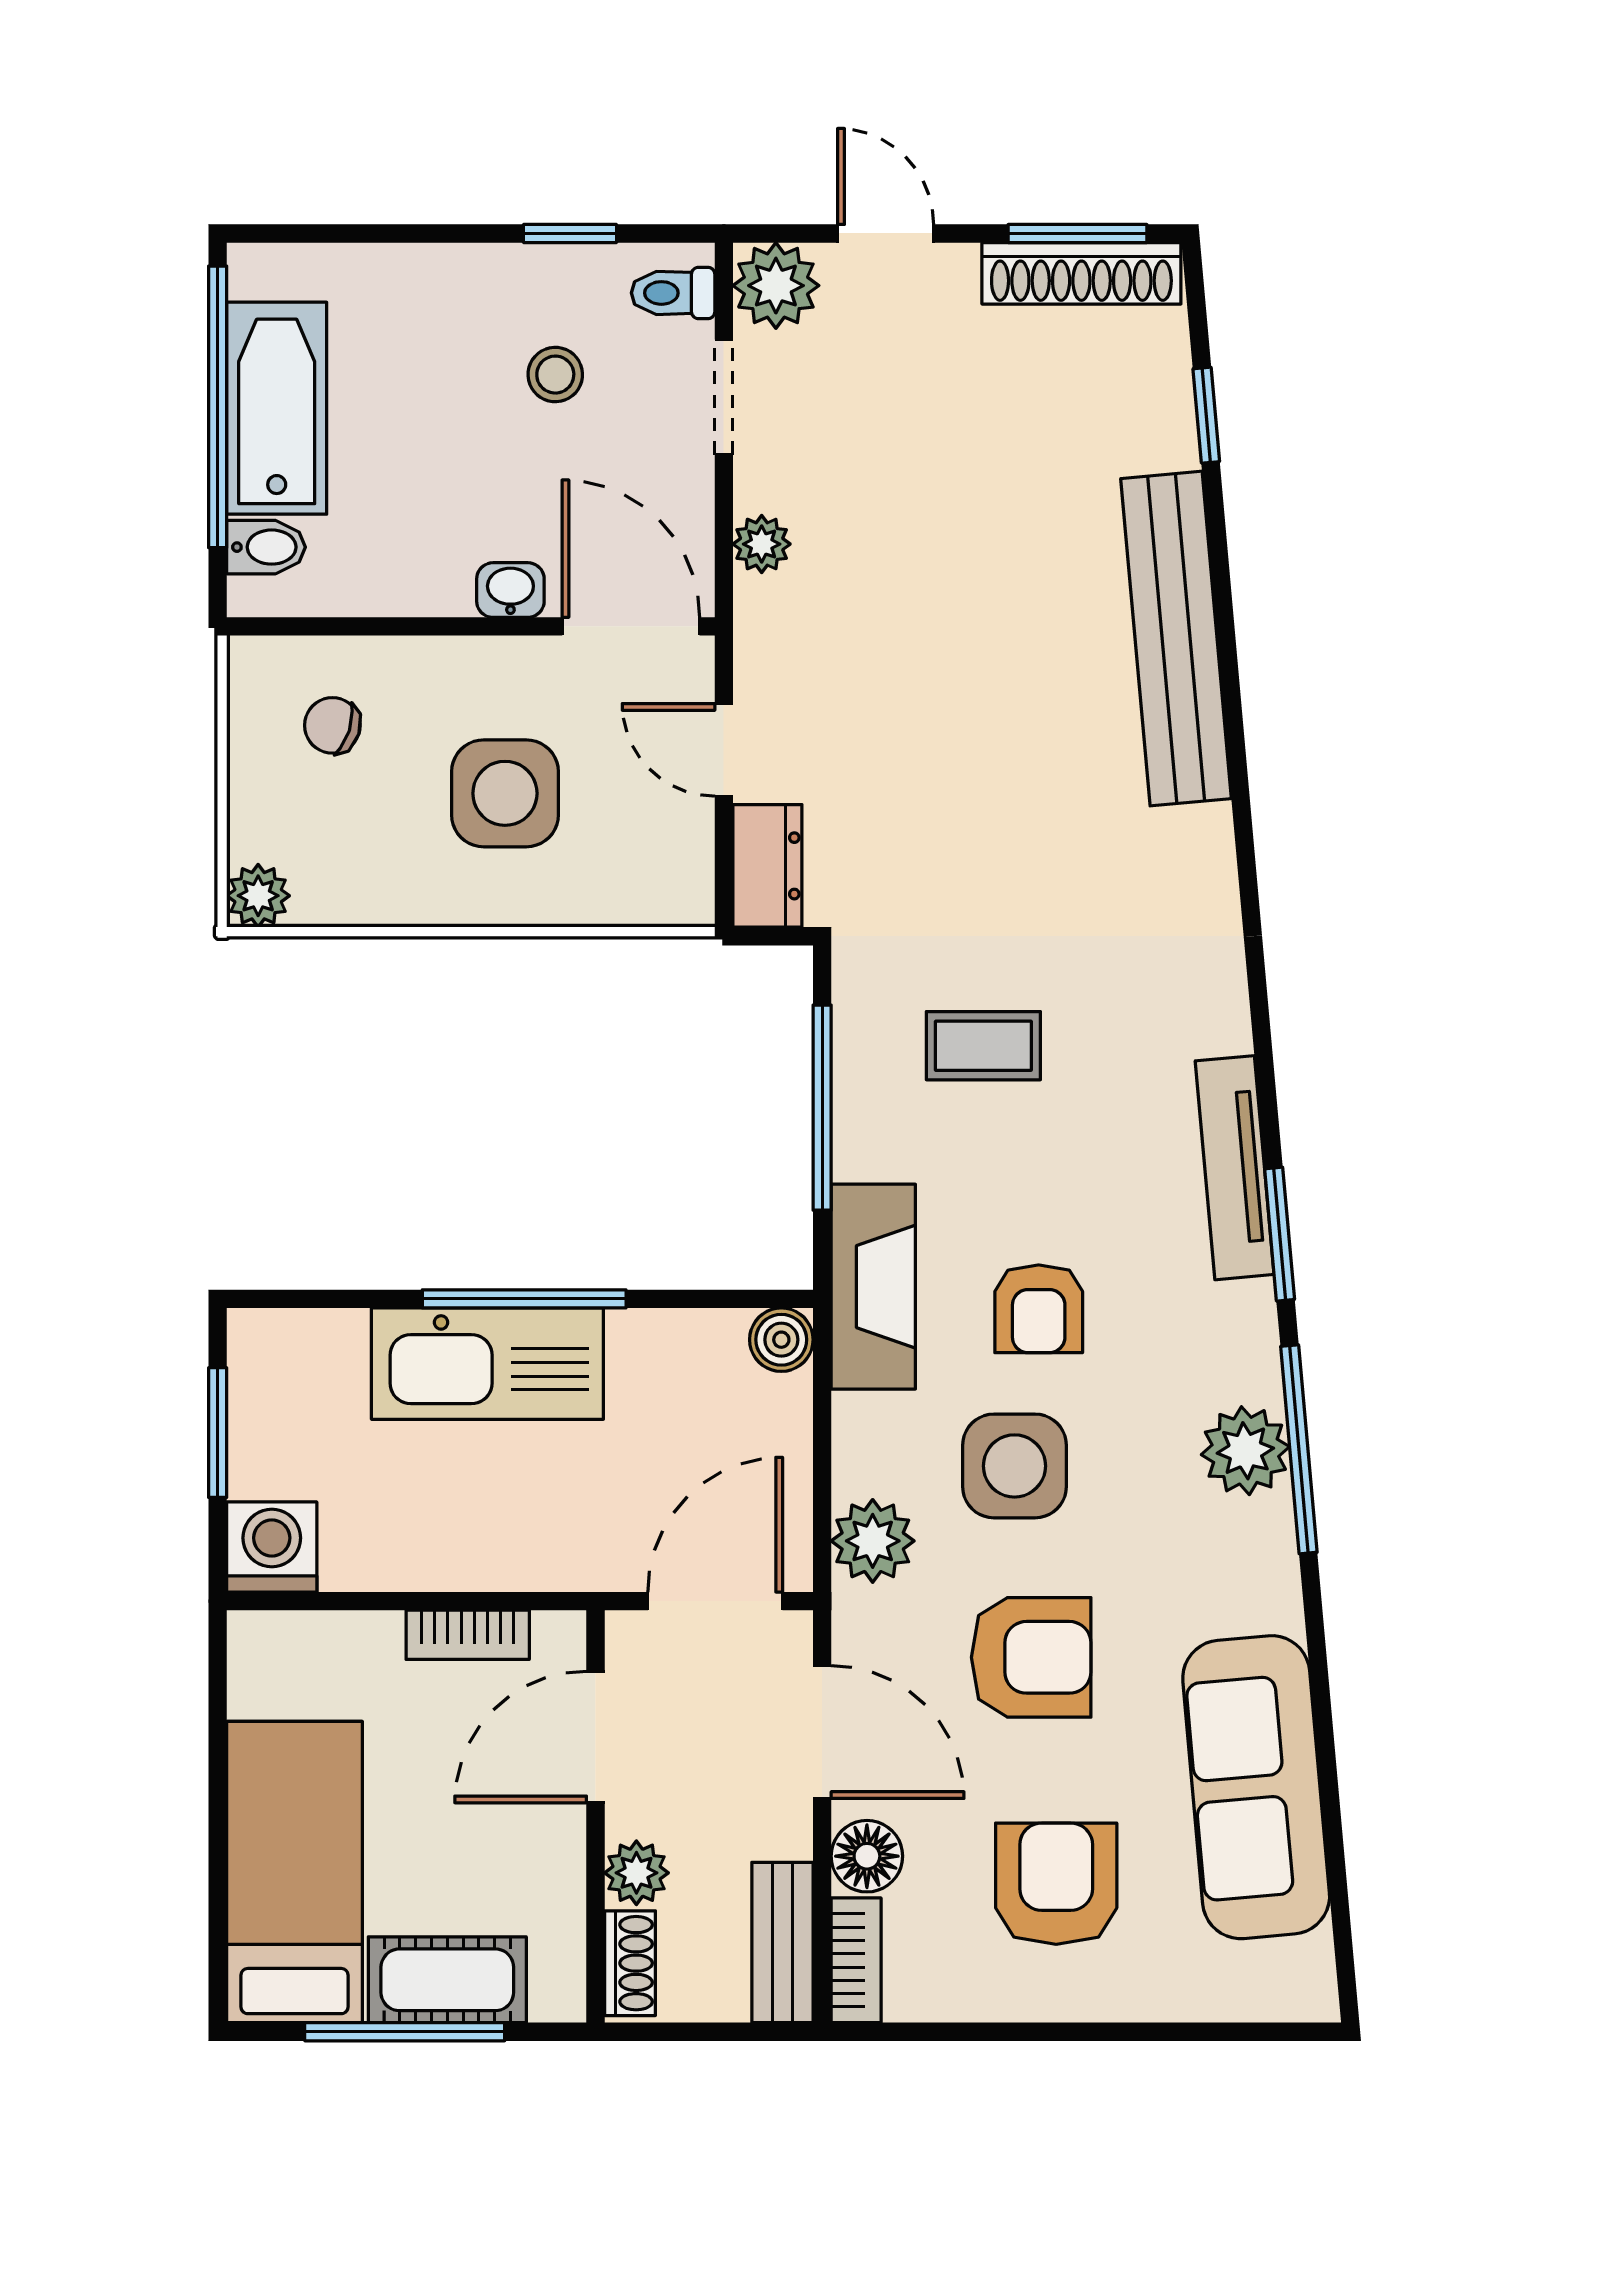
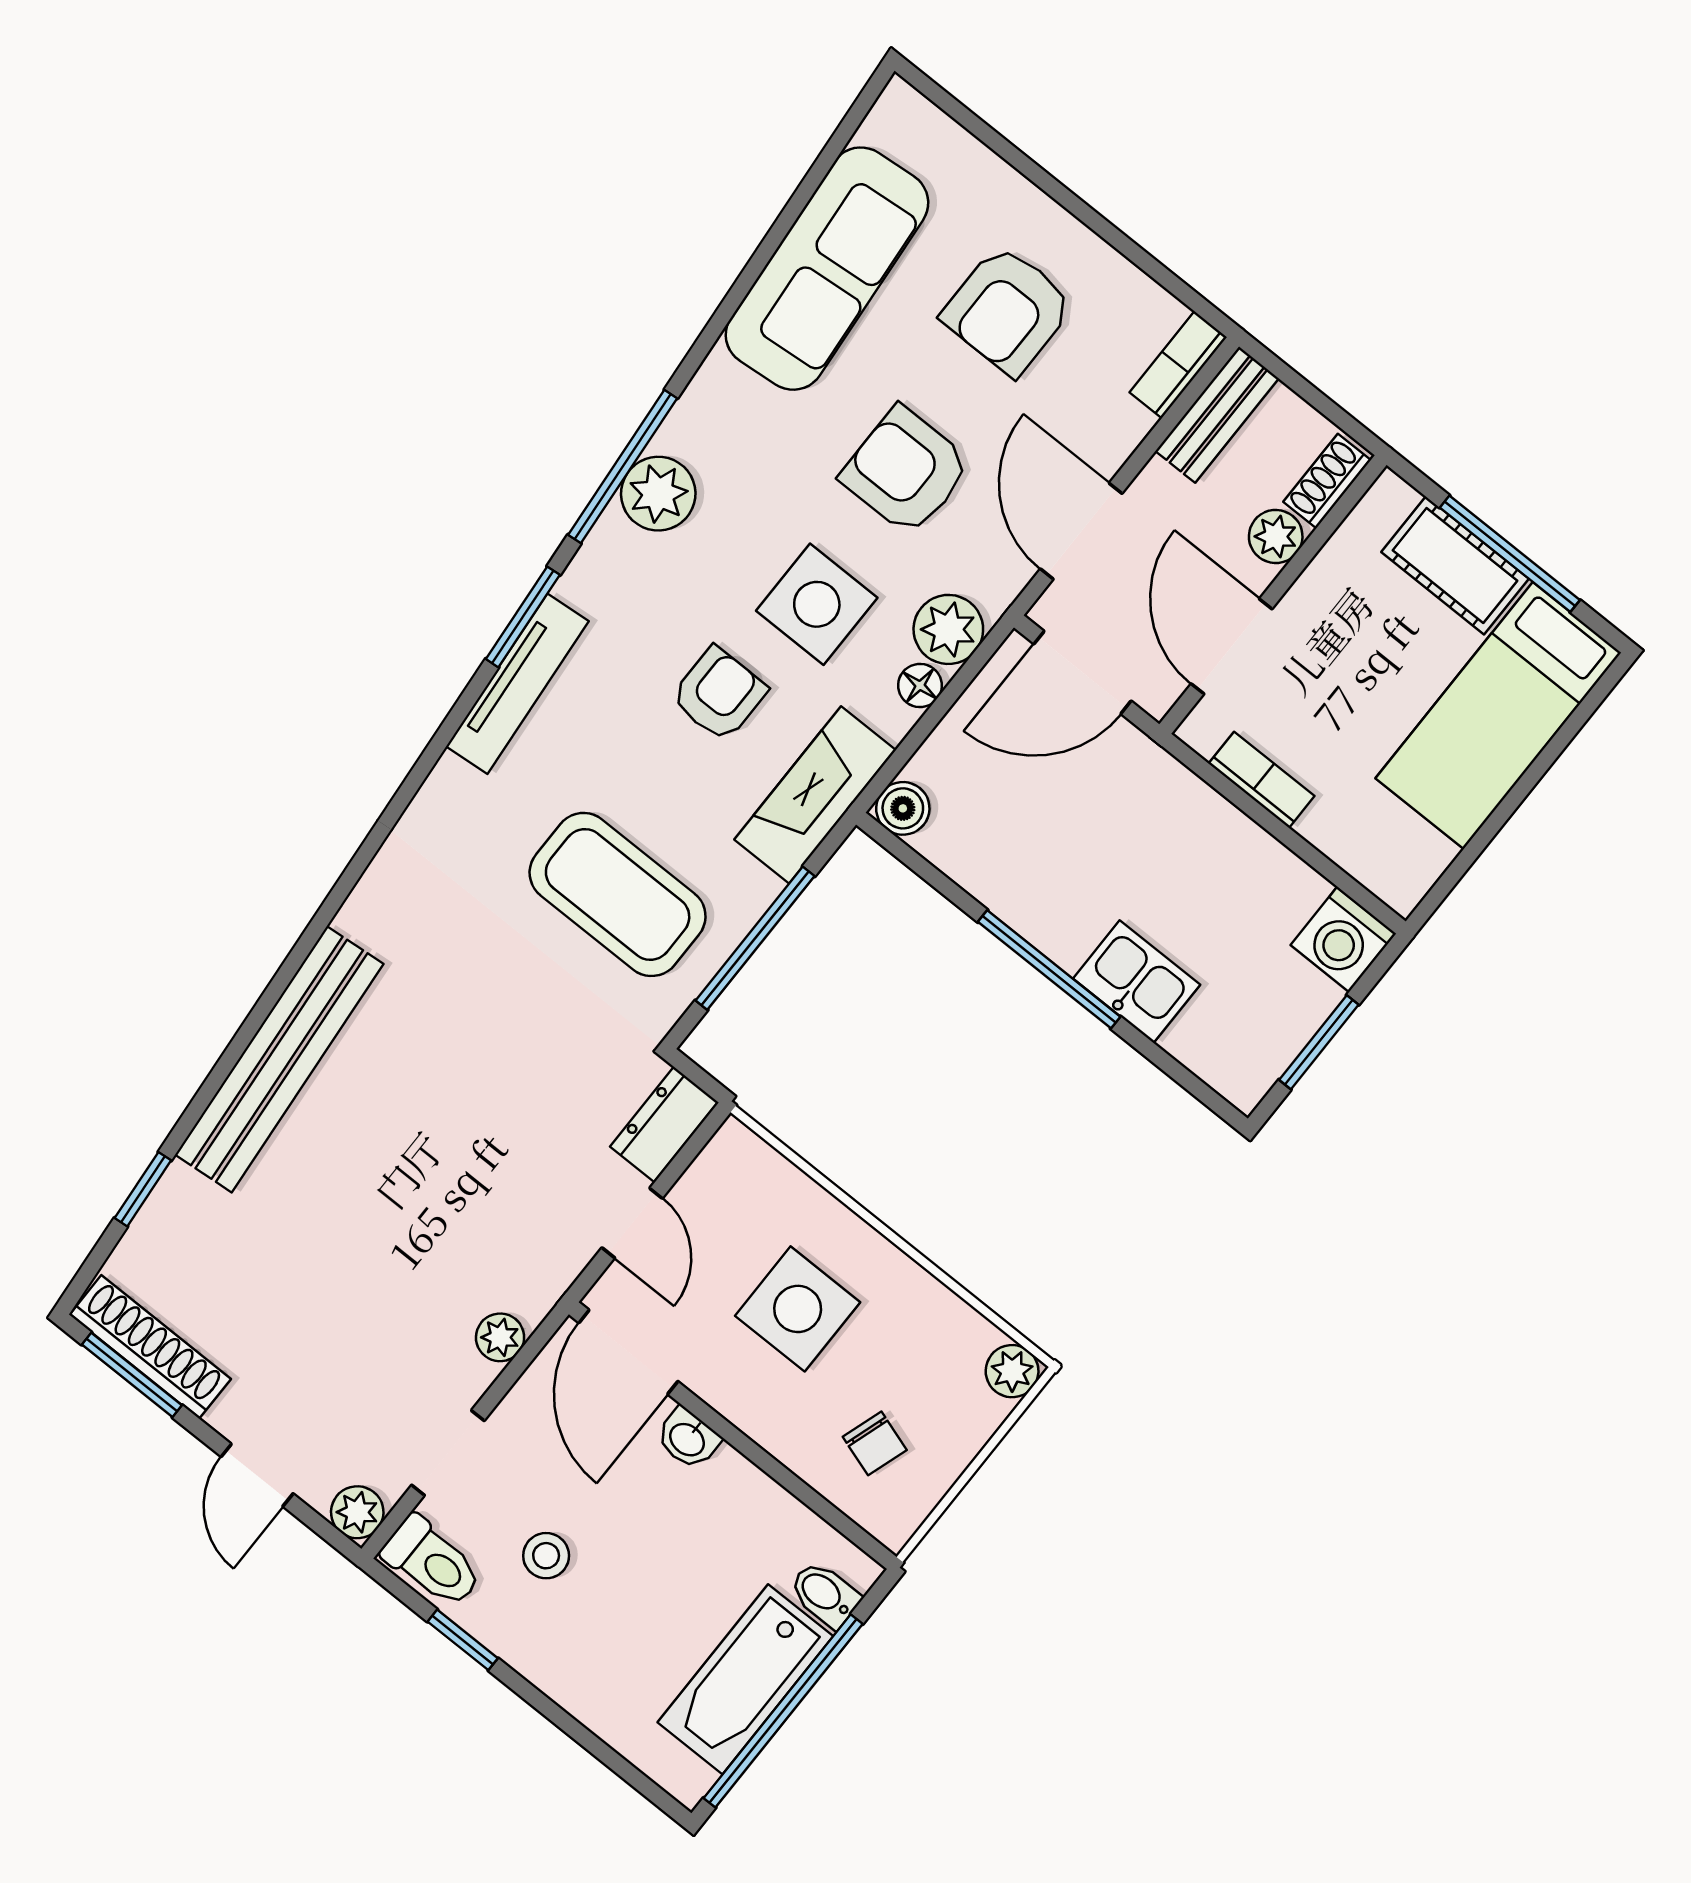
plant: (776, 286) -> (357, 1512), width x0.73, depth x0.73
toilet: (673, 293) -> (432, 1562), width x1.37, depth x1.39
coffee table: (983, 1046) -> (618, 894), width x1.86, depth x1.72
kitchen sink: (487, 1364) -> (1137, 982), width x0.53, depth x0.81
door: (595, 1737) -> (1232, 646), swing flipped
floor lamp: (867, 1856) -> (920, 686), moved, width x0.73, depth x0.73

